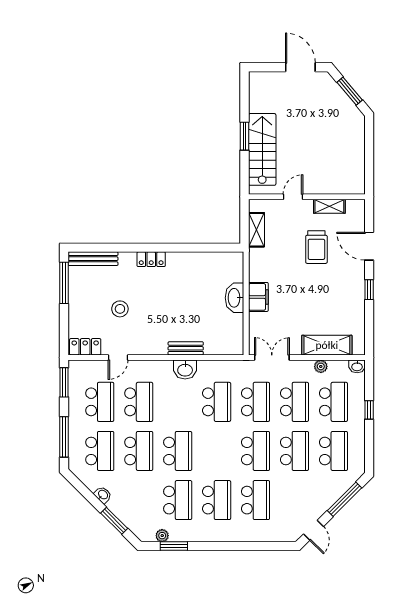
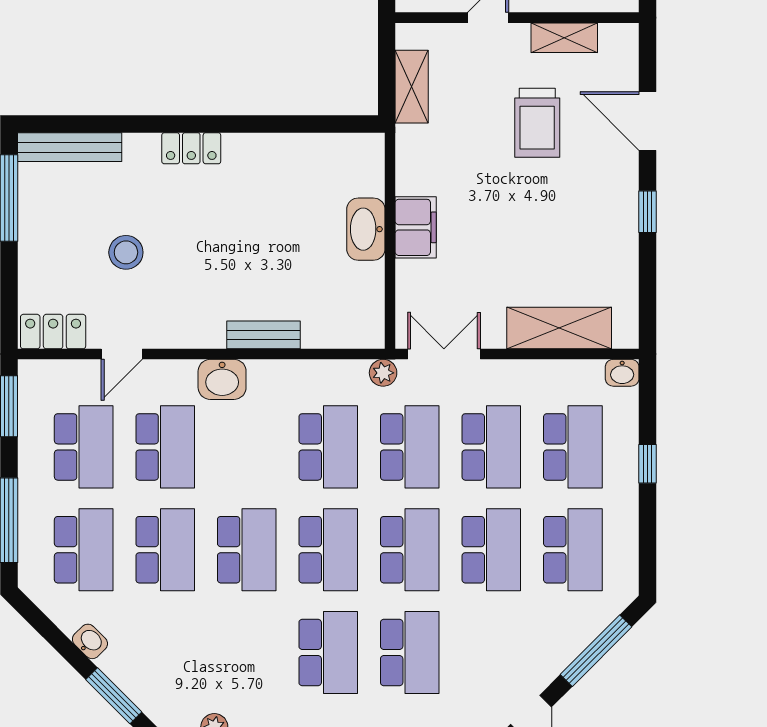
plant: (321, 366) -> (383, 373), moved
washbasin: (185, 370) -> (222, 379), moved
school desk: (178, 500) -> (328, 550), moved

